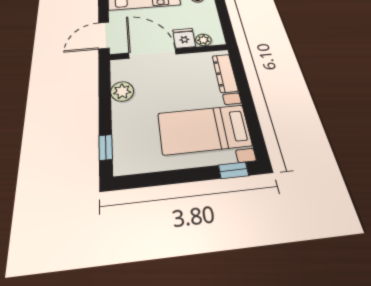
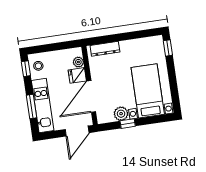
door: (104, 35) -> (77, 131), hinge flipped
bed with nightstands: (204, 129) -> (148, 91), moved, turned 180
window: (106, 147) -> (128, 124), moved

